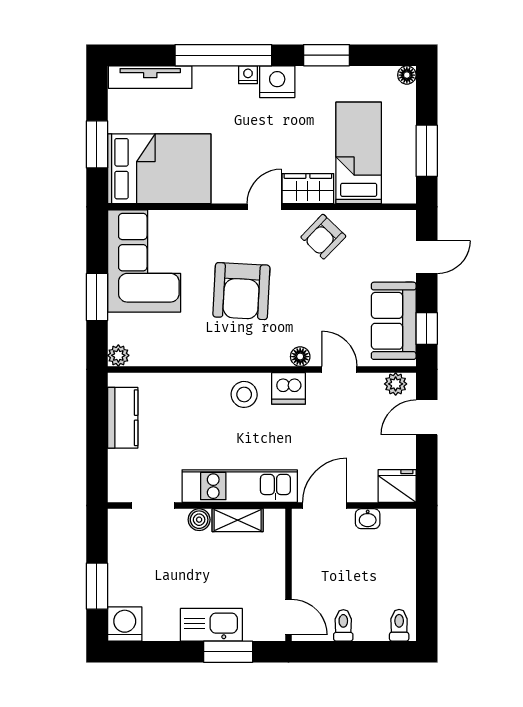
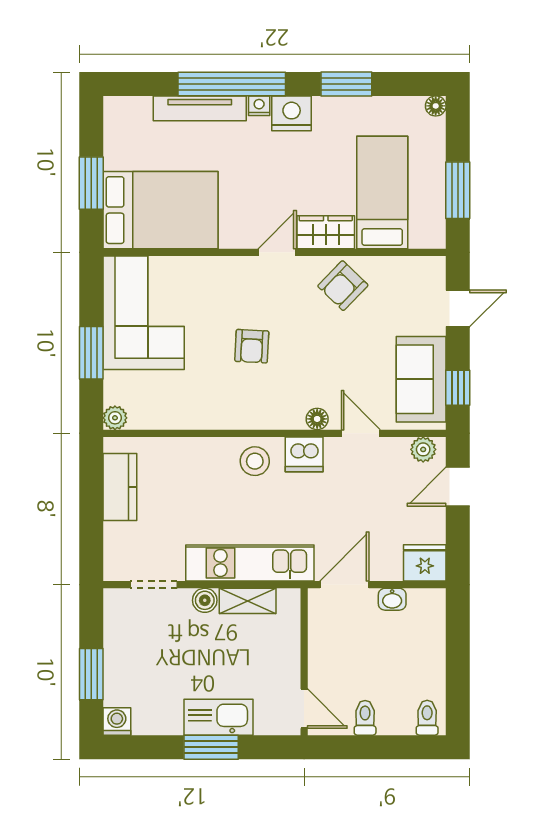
tv unit: (150, 77) -> (200, 108), moved
armchair: (241, 291) -> (252, 346), width x0.53, depth x0.53
washing machine: (125, 624) -> (117, 721), width x0.73, depth x0.73
window: (228, 652) -> (211, 747), moved

